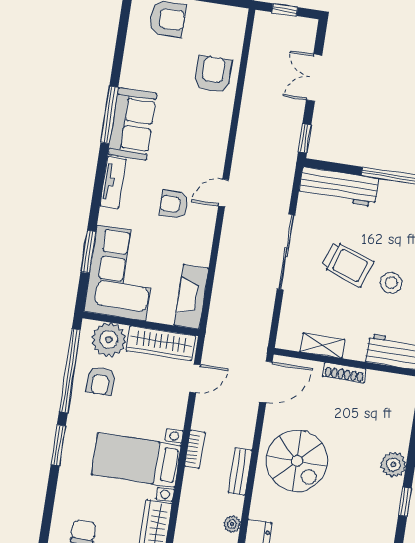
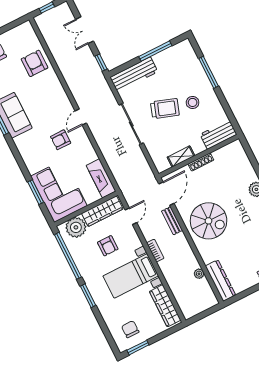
tv unit: (113, 182) -> (24, 150), removed
armchair: (101, 381) -> (108, 246), moved
bench: (240, 471) -> (172, 221), moved

